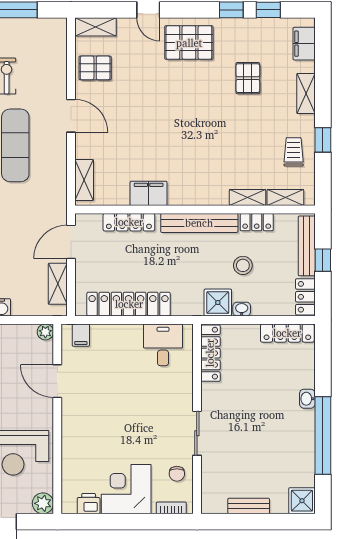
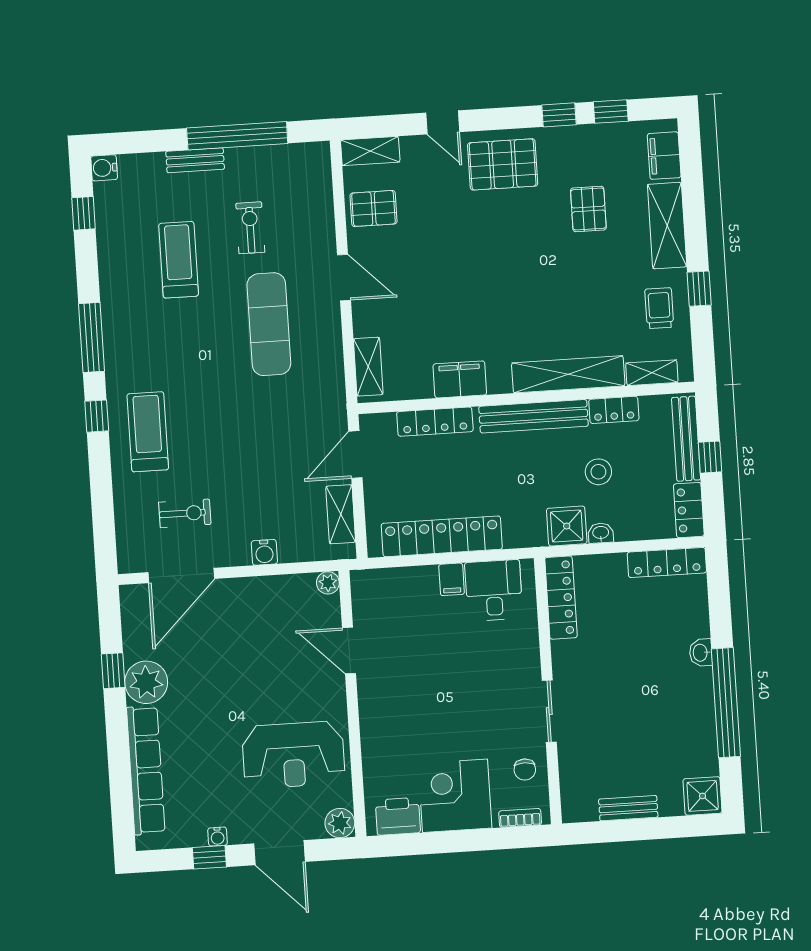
shelving: (306, 94) -> (667, 226), width x1.50, depth x1.33
shelving: (248, 198) -> (568, 374), width x2.20, depth x1.33
filing cabinet: (81, 335) -> (452, 579), moved
printer: (89, 504) -> (398, 816), width x1.36, depth x1.24

